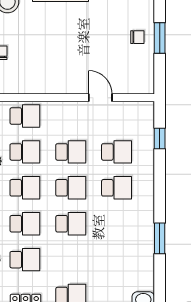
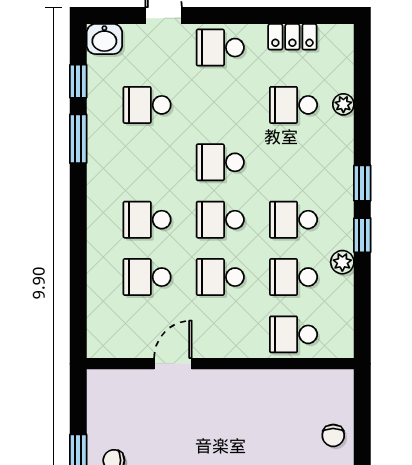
door: (100, 98) -> (173, 364), swing flipped
window: (160, 138) -> (78, 81), moved
school desk: (25, 224) -> (147, 105), moved

